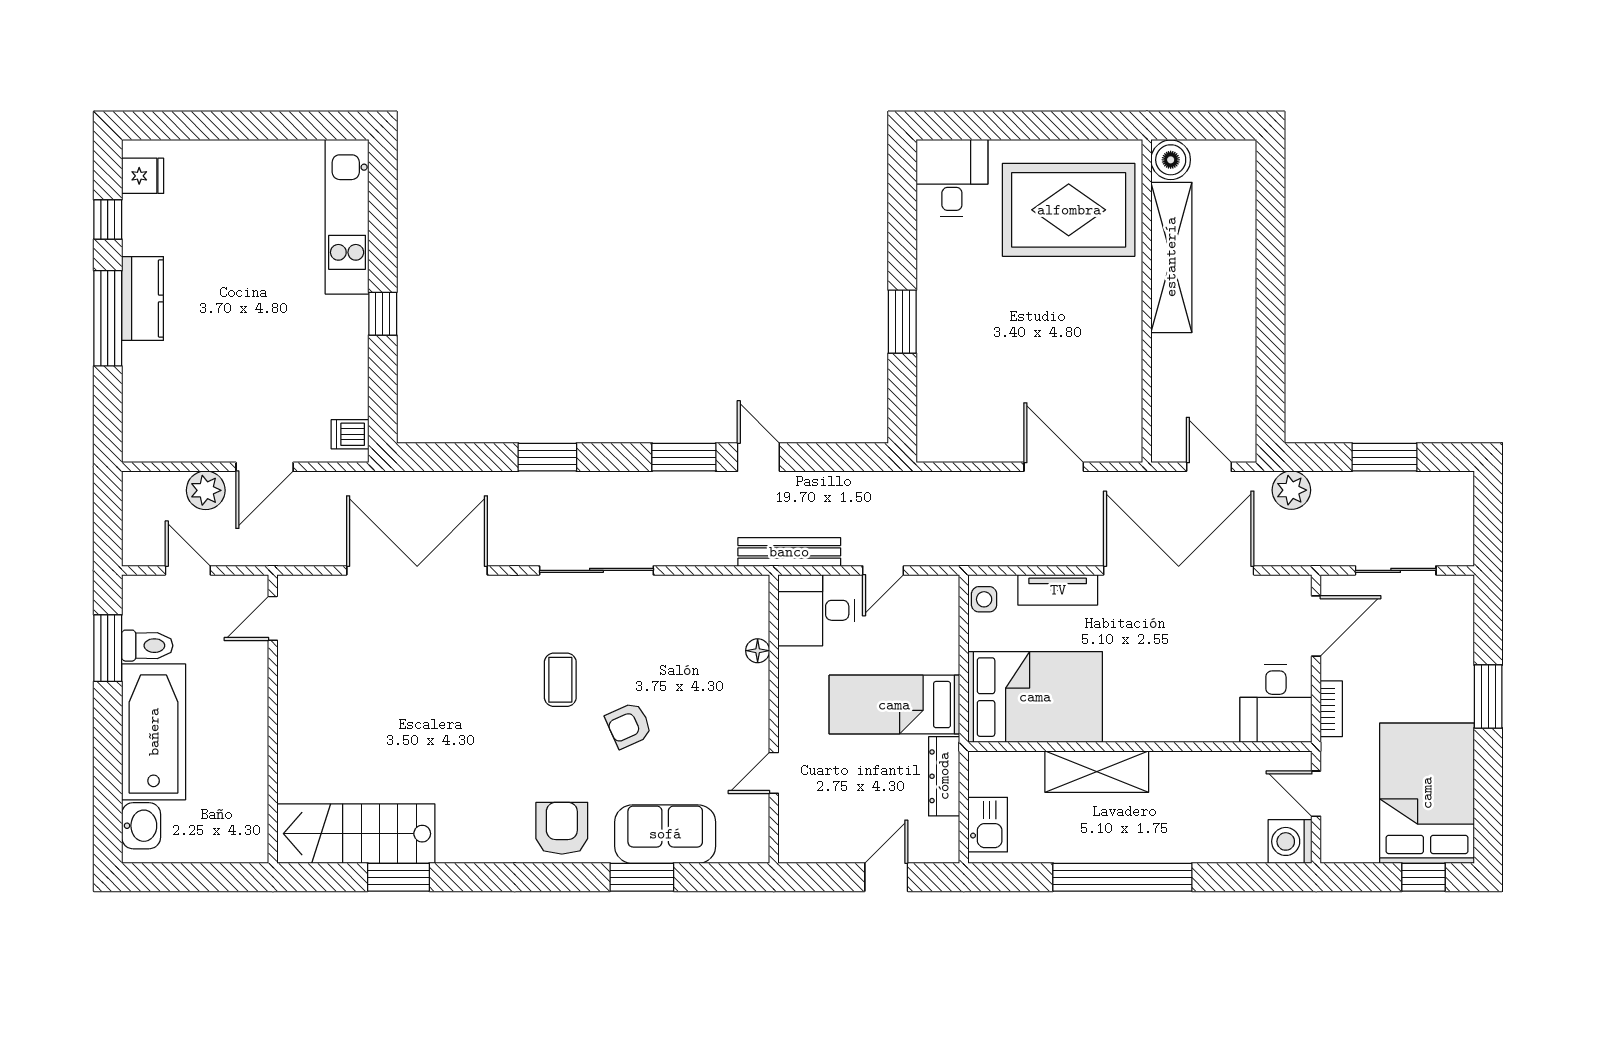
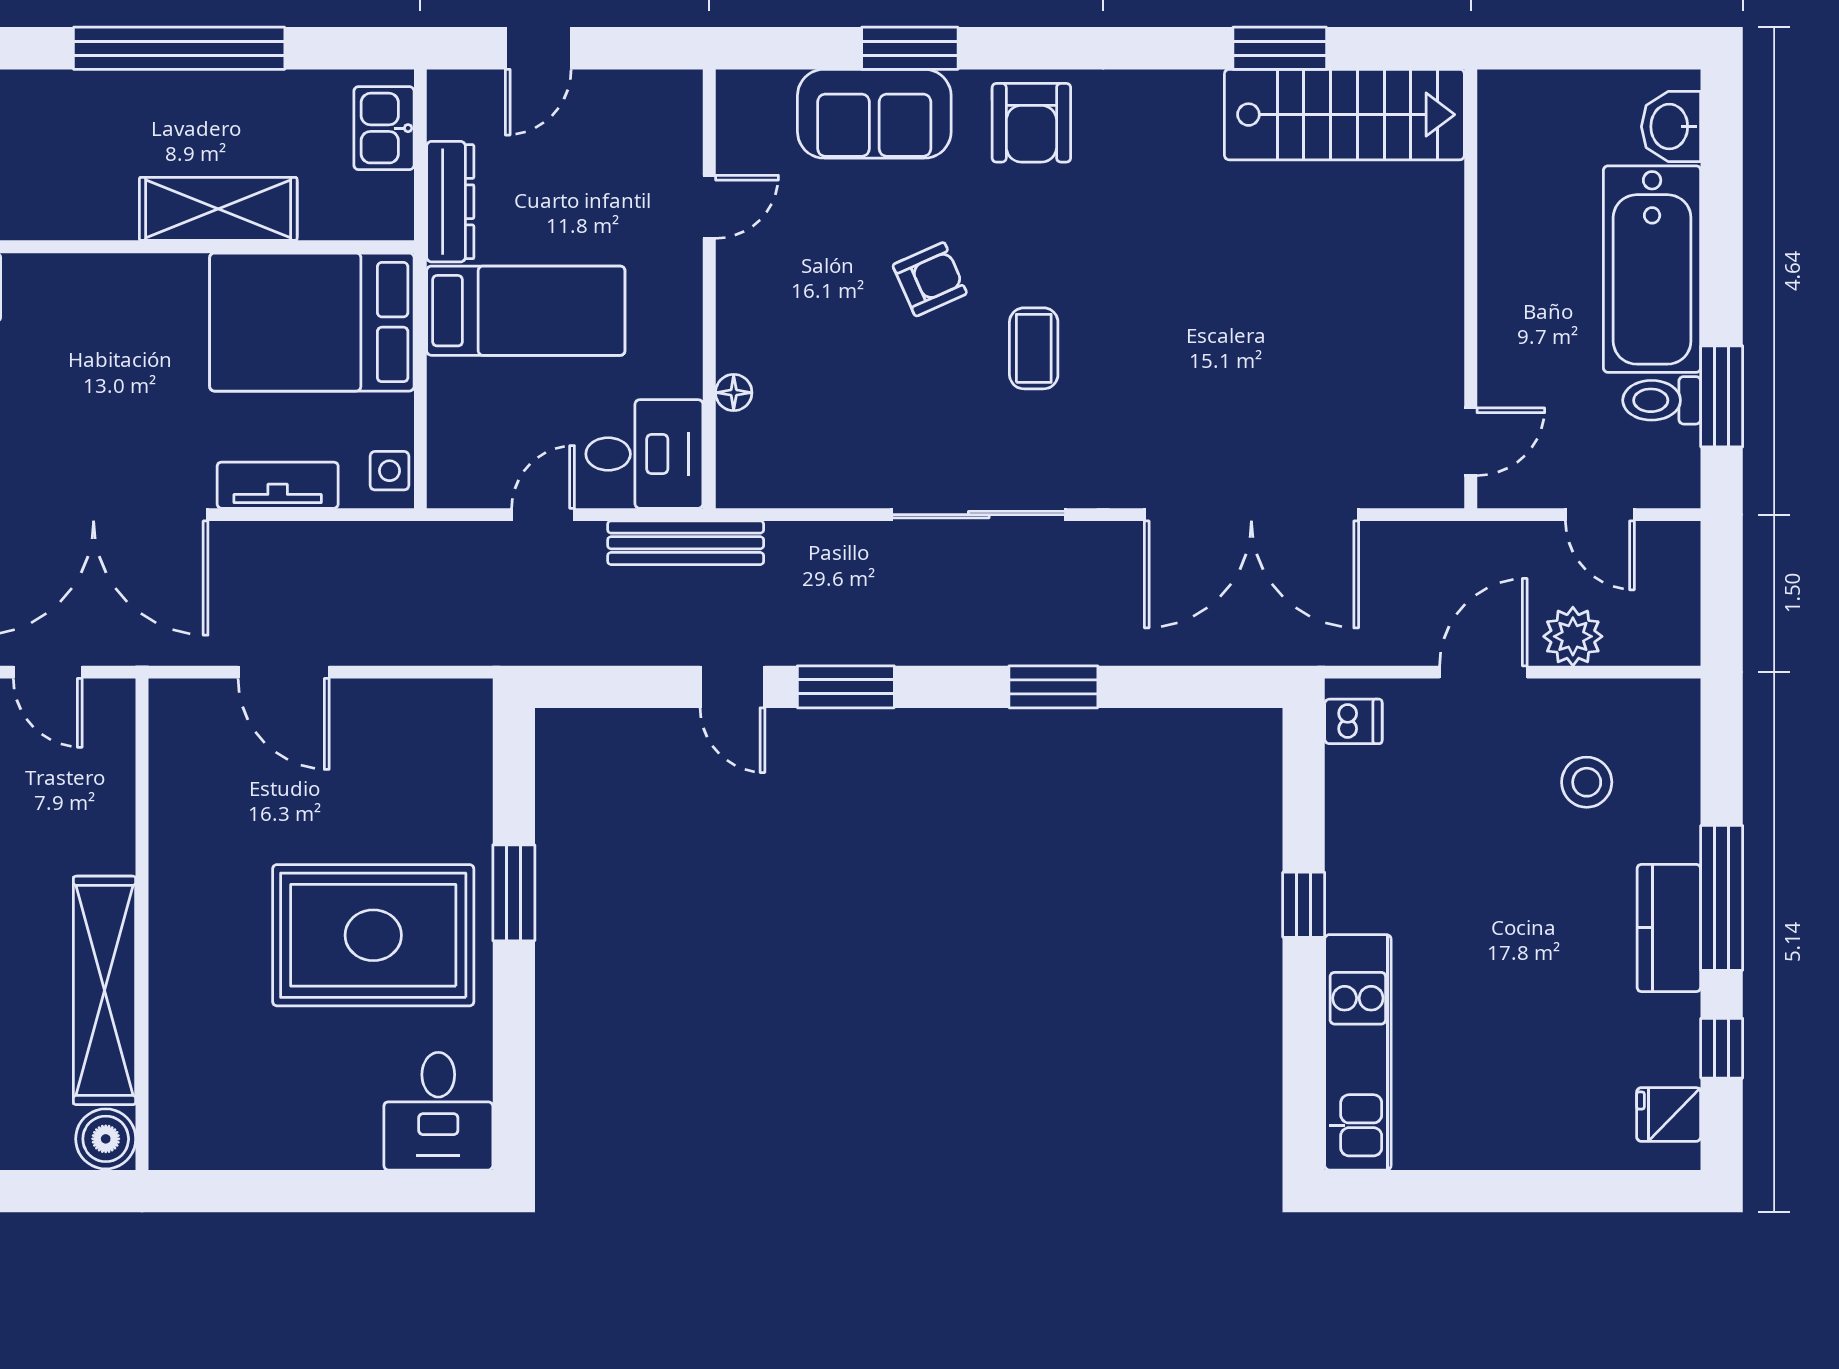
rug: (1069, 210) -> (373, 935), moved
stool: (197, 394) -> (1587, 782), added

